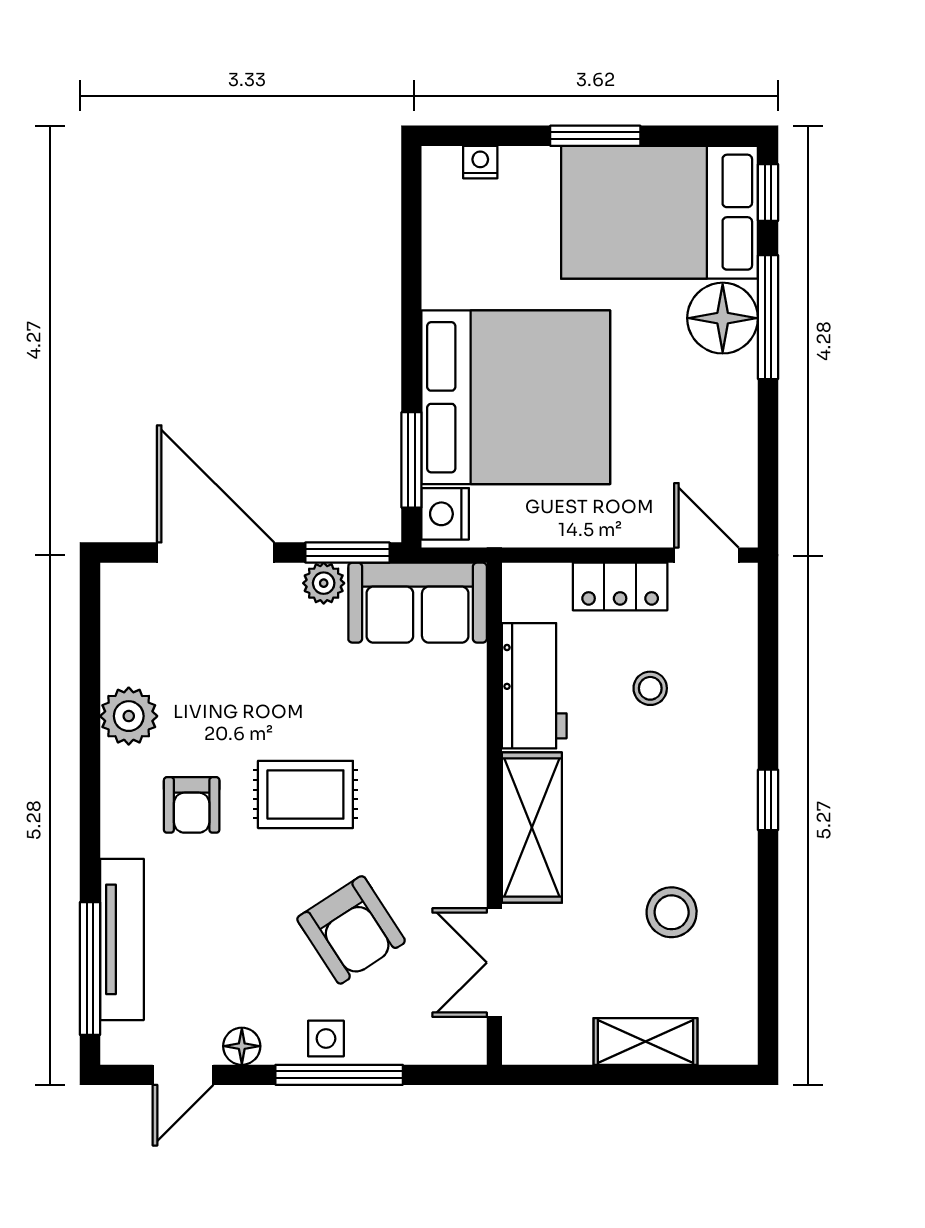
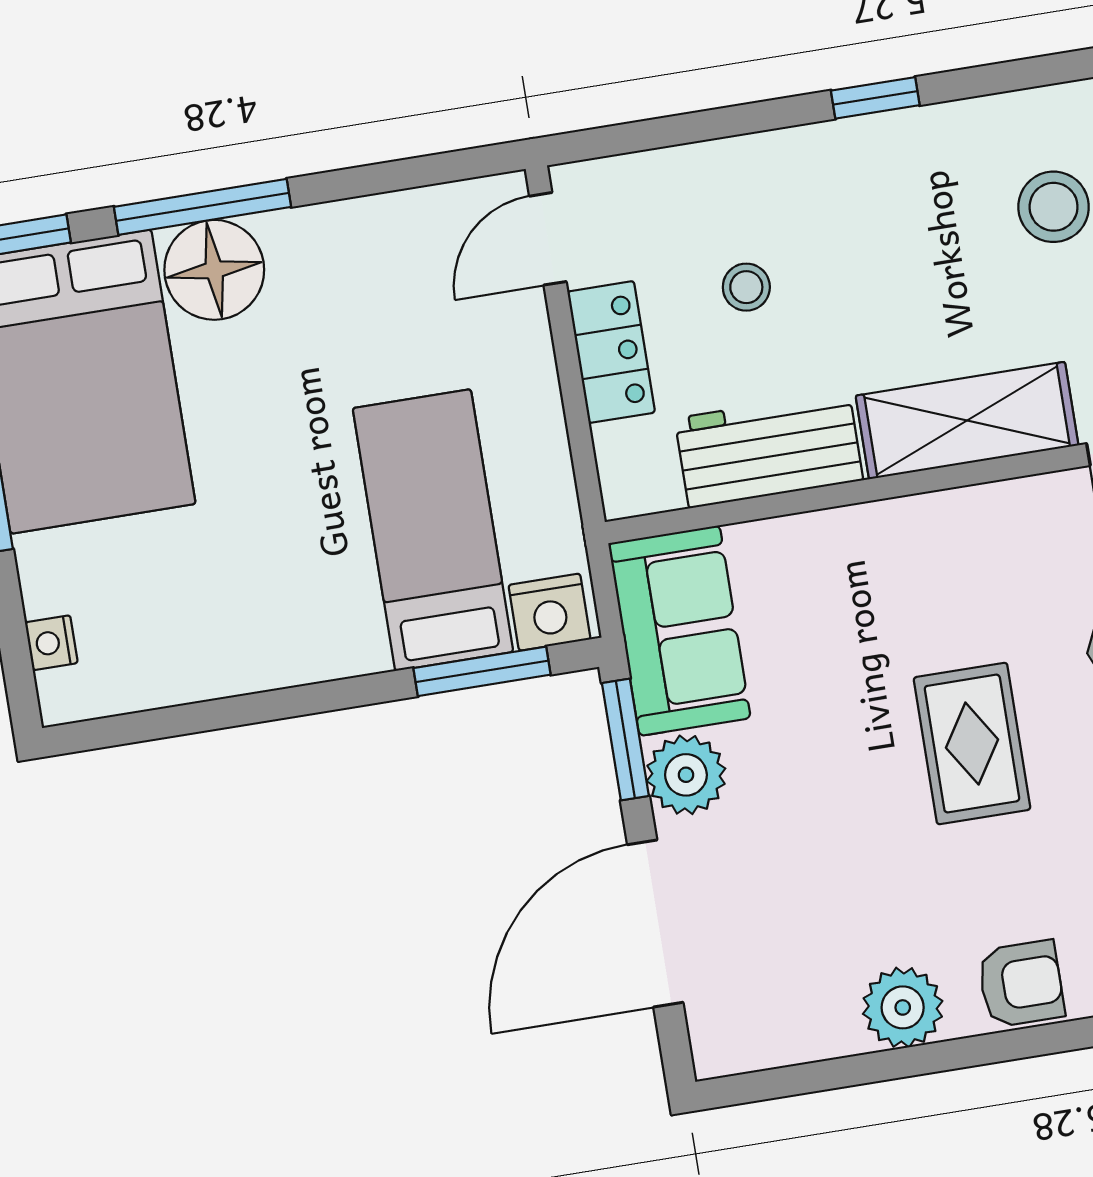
bed: (516, 397) -> (433, 530), width x0.49
plant: (324, 583) -> (686, 775), width x1.38, depth x1.38
armchair: (192, 805) -> (1021, 984), moved

